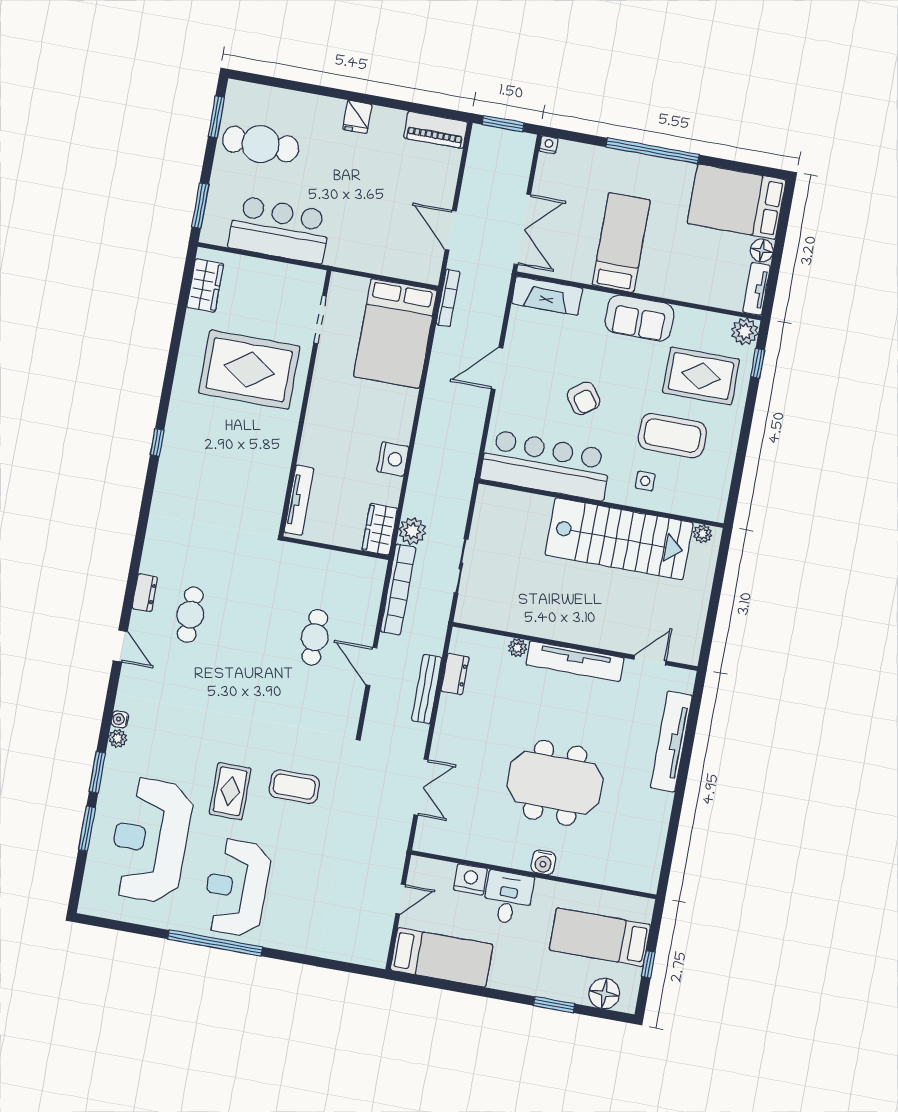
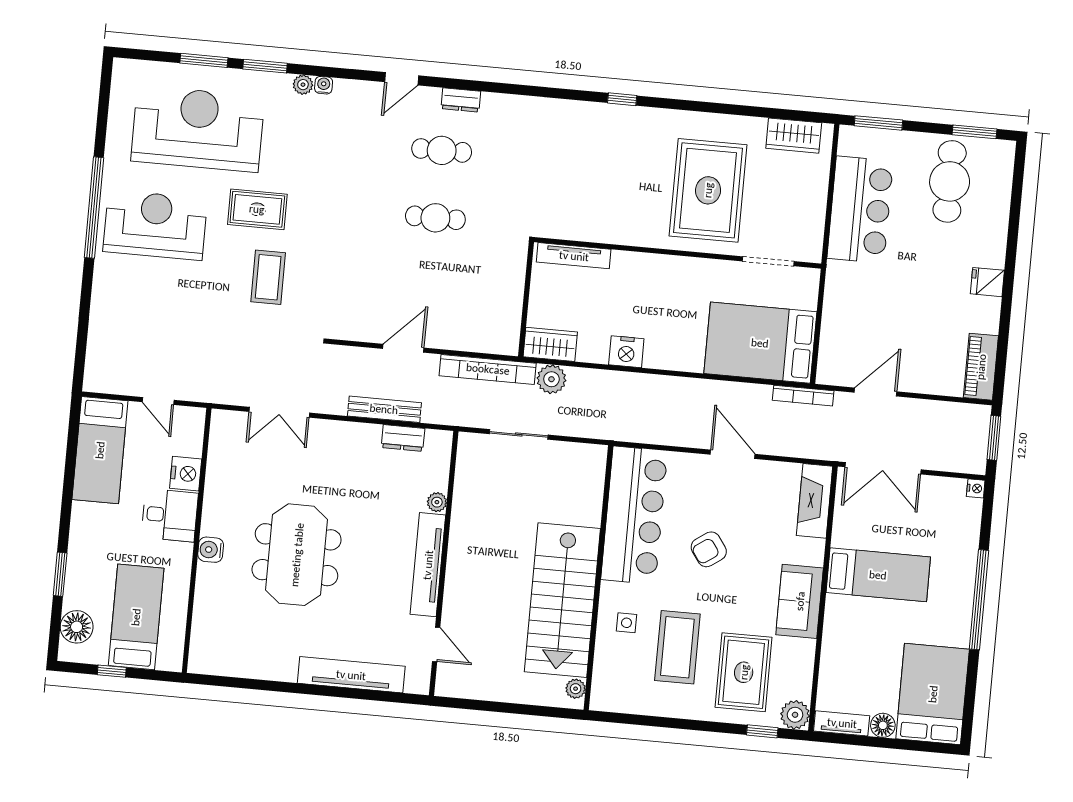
cafe table: (315, 637) -> (435, 218), moved

